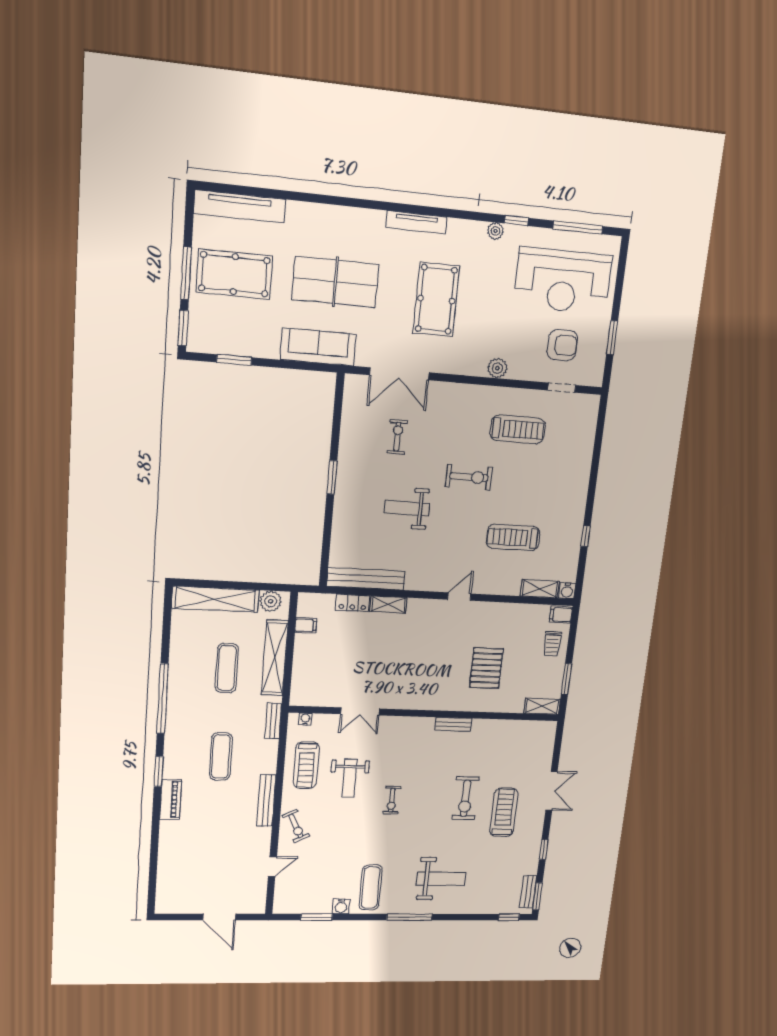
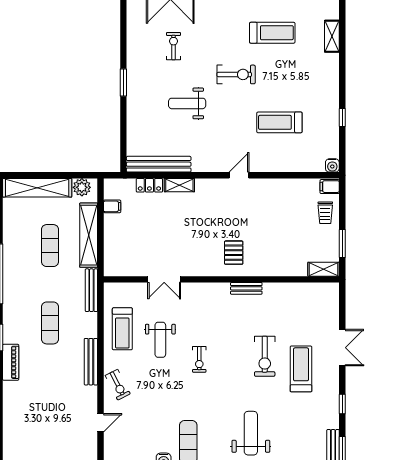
shelving: (540, 589) -> (332, 36), moved, turned 90
pallet: (486, 668) -> (234, 253), moved, width x0.67, depth x0.71
water cooler: (305, 719) -> (118, 288), removed
bench: (273, 721) -> (91, 290), width x1.36
weight bench: (441, 879) -> (251, 433), turned -90

